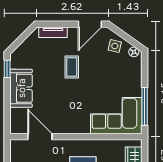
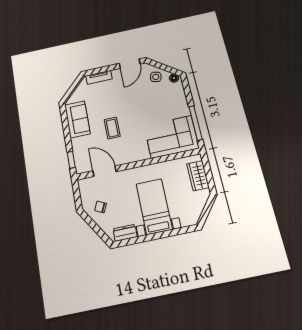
coffee table: (72, 67) -> (112, 128), moved
window: (7, 69) -> (71, 160), moved
sofa: (21, 88) -> (77, 119), moved

